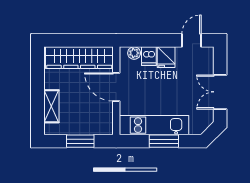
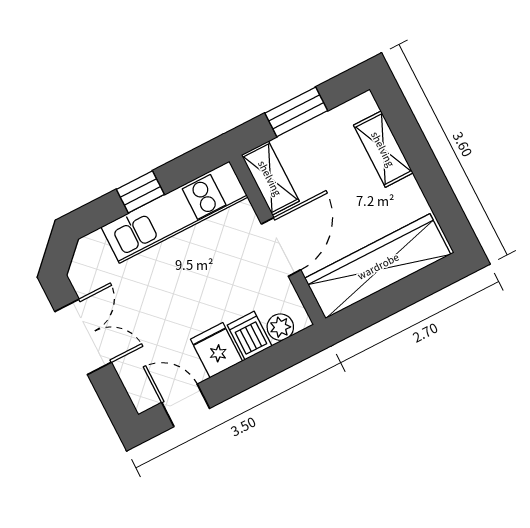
door: (191, 40) -> (186, 405), swing flipped
door: (116, 87) -> (281, 247), hinge flipped
shelving: (106, 119) -> (270, 178), added
window: (164, 141) -> (140, 192), width x0.67

